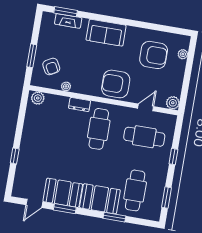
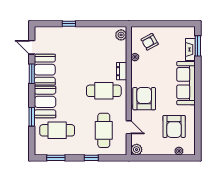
sofa: (106, 33) -> (186, 83), width x1.36
window: (32, 56) -> (156, 24), removed

